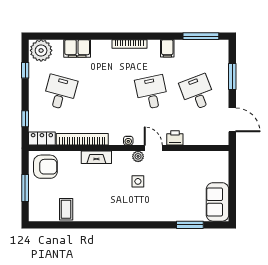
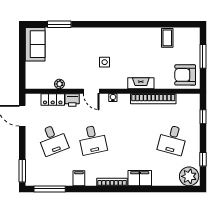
filing cabinet: (77, 48) -> (140, 178), moved
window: (232, 77) -> (22, 171), moved
locker: (42, 139) -> (53, 100), moved
plant: (138, 156) -> (59, 84), moved

